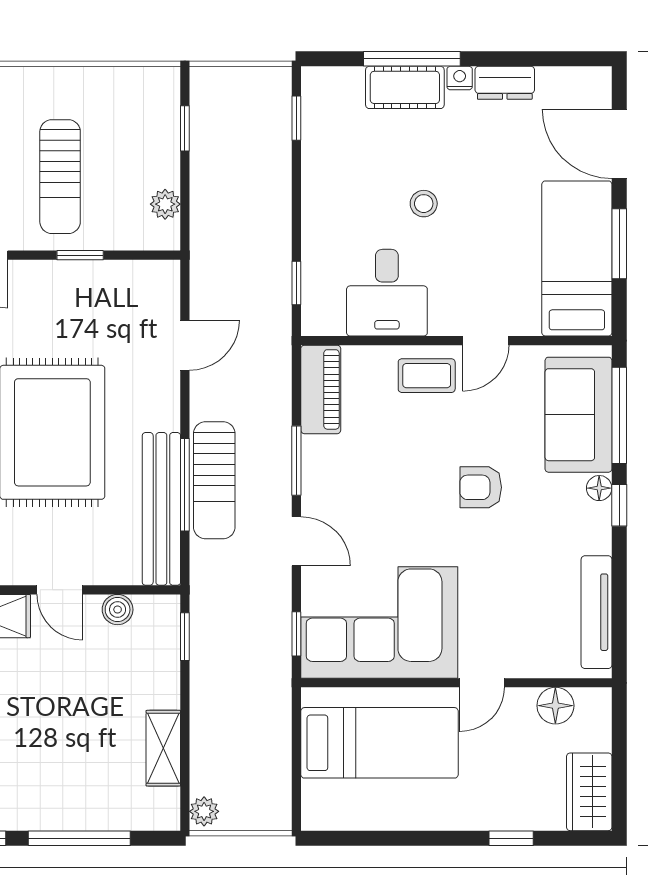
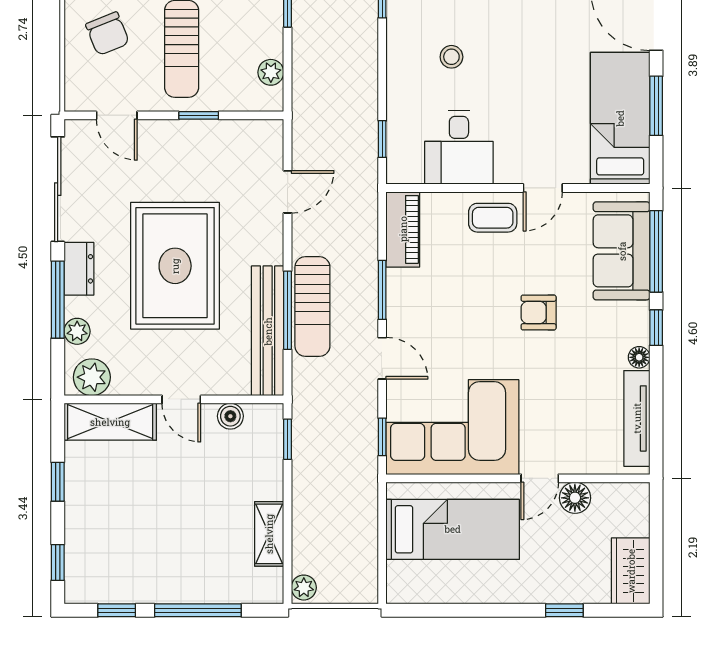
stool: (424, 204) -> (451, 57), moved
floor lamp: (599, 488) -> (639, 357), moved
floor lamp: (555, 706) -> (575, 498), moved

